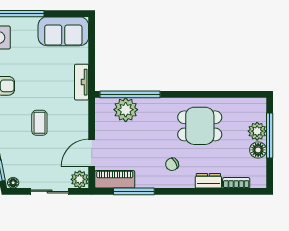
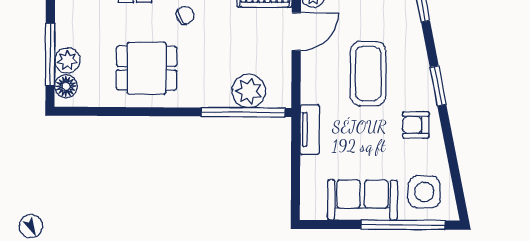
sofa: (63, 31) -> (362, 200), moved
coffee table: (39, 123) -> (368, 74), width x1.86, depth x1.72
floor lamp: (258, 150) -> (66, 86), moved

